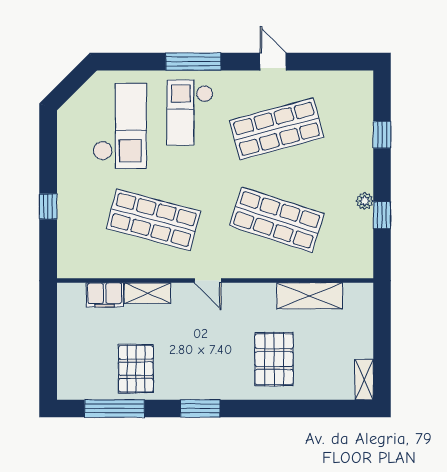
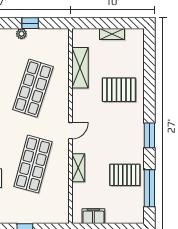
filing cabinet: (105, 295) -> (93, 216), moved, turned -90
shelving: (364, 380) -> (112, 34), moved

